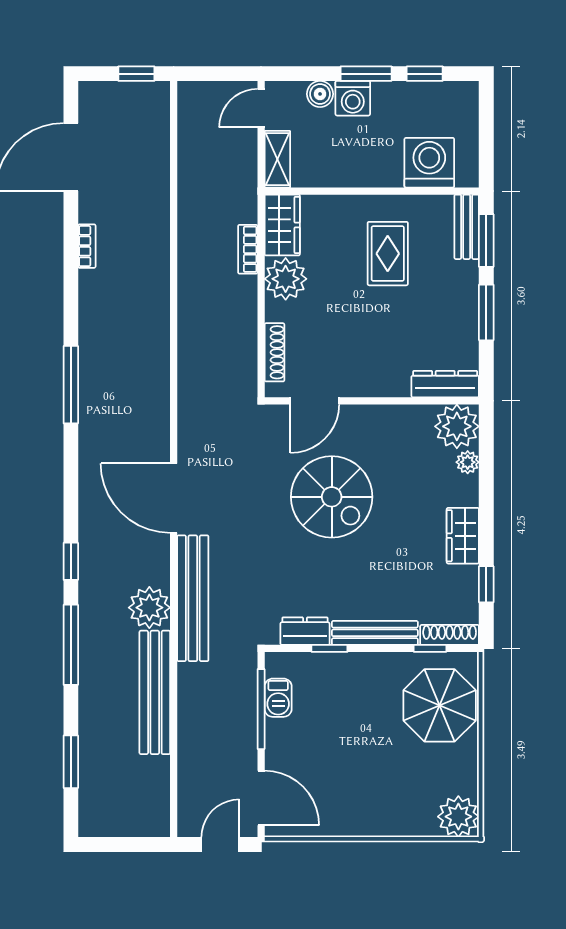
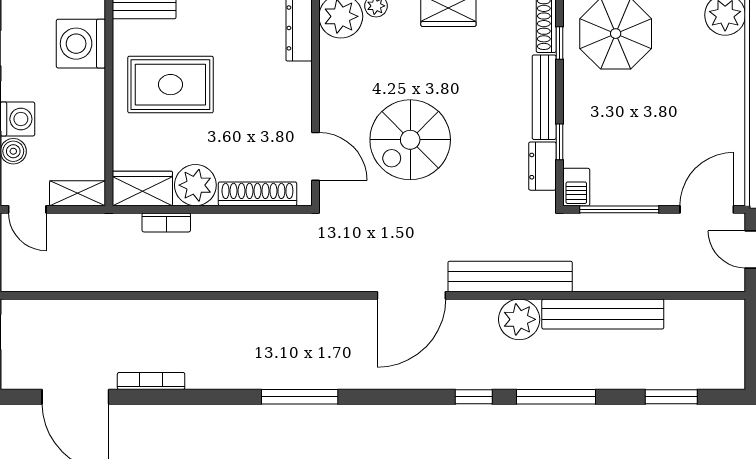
bookcase: (87, 246) -> (151, 381), width x1.56
rug: (388, 254) -> (170, 85), width x1.36, depth x1.43
shoe rack: (274, 352) -> (257, 194), width x1.36, depth x1.24
spiral stairs: (332, 497) -> (410, 140), turned 180
barbecue: (278, 698) -> (576, 187), moved, turned 90

